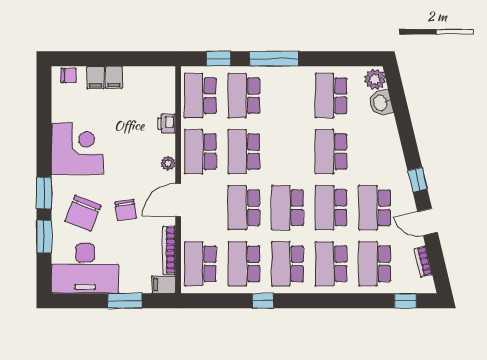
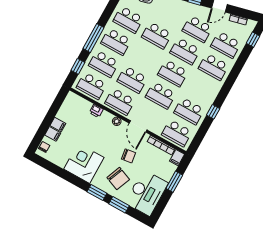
school desk: (287, 264) -> (116, 42), moved

